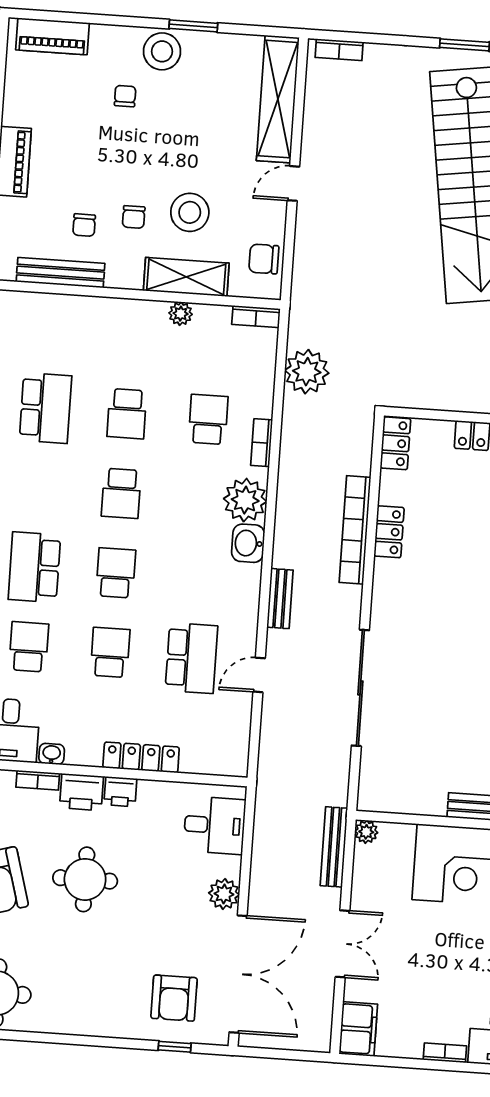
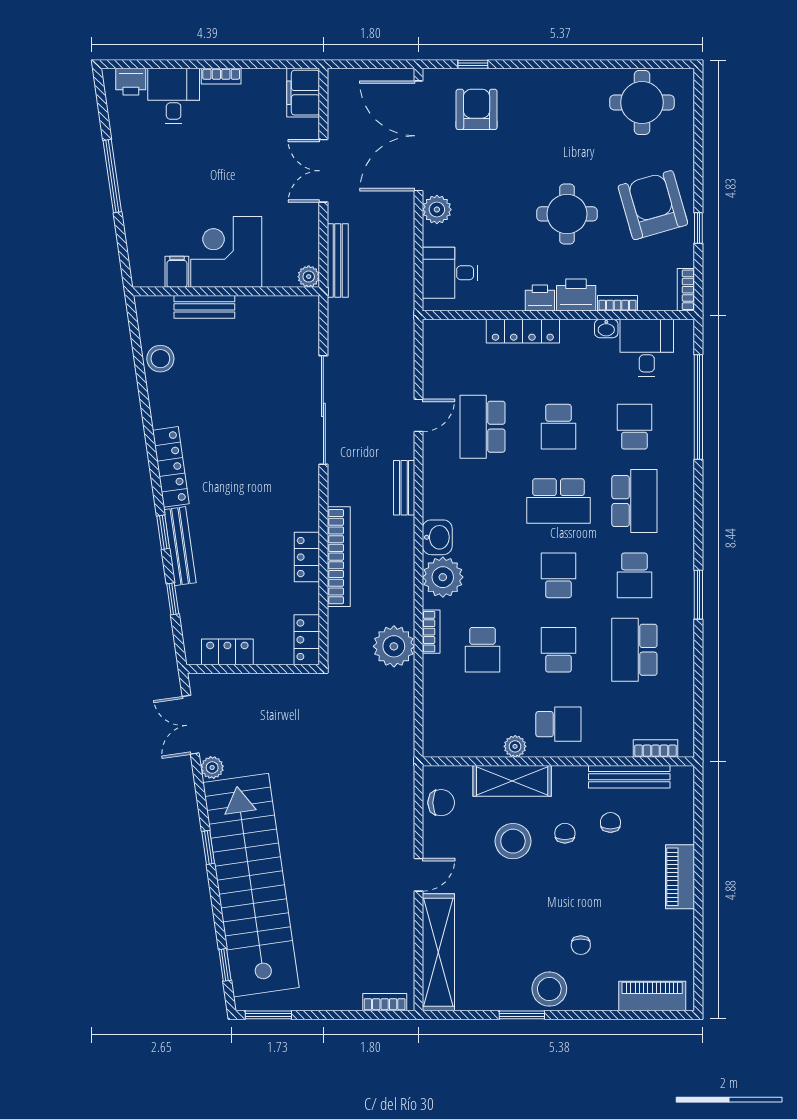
bookcase: (256, 317) -> (656, 749), moved
school desk: (132, 334) -> (558, 724), added
plant: (307, 372) -> (394, 646), moved
school desk: (40, 488) -> (634, 575), added
school desk: (116, 573) -> (558, 501), width x1.85
school desk: (29, 647) -> (634, 427), turned 180

